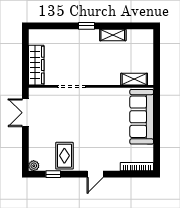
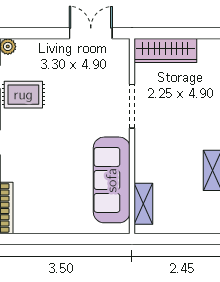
sofa: (142, 117) -> (112, 180), moved, turned -90

